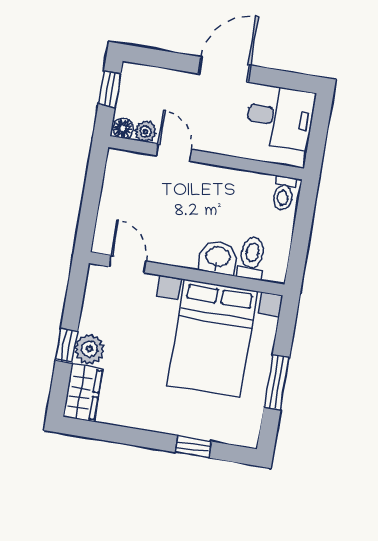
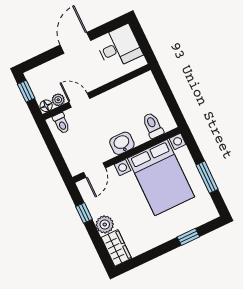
toilet: (284, 193) -> (61, 123), moved
washbasin: (218, 258) -> (122, 143), moved
door: (128, 264) -> (94, 170), swing flipped
window: (66, 346) -> (84, 213), moved

